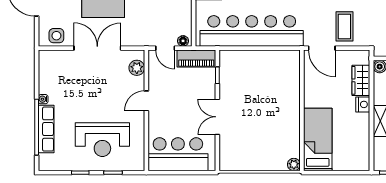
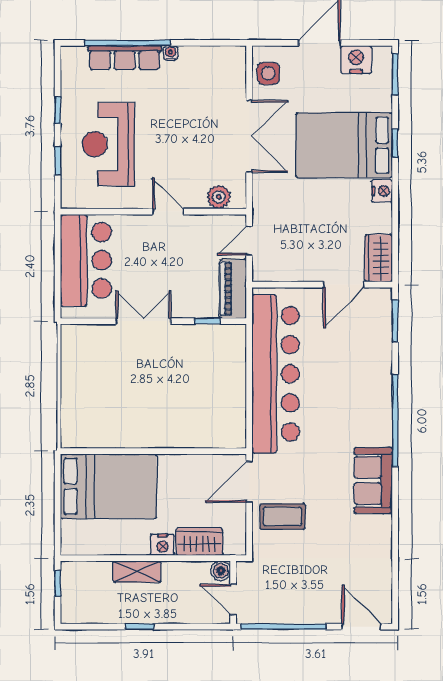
floor lamp: (183, 41) -> (260, 268), removed
bed: (318, 139) -> (109, 486), width x1.50
plant: (294, 164) -> (70, 439), removed

